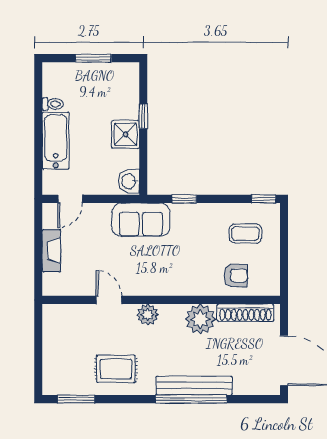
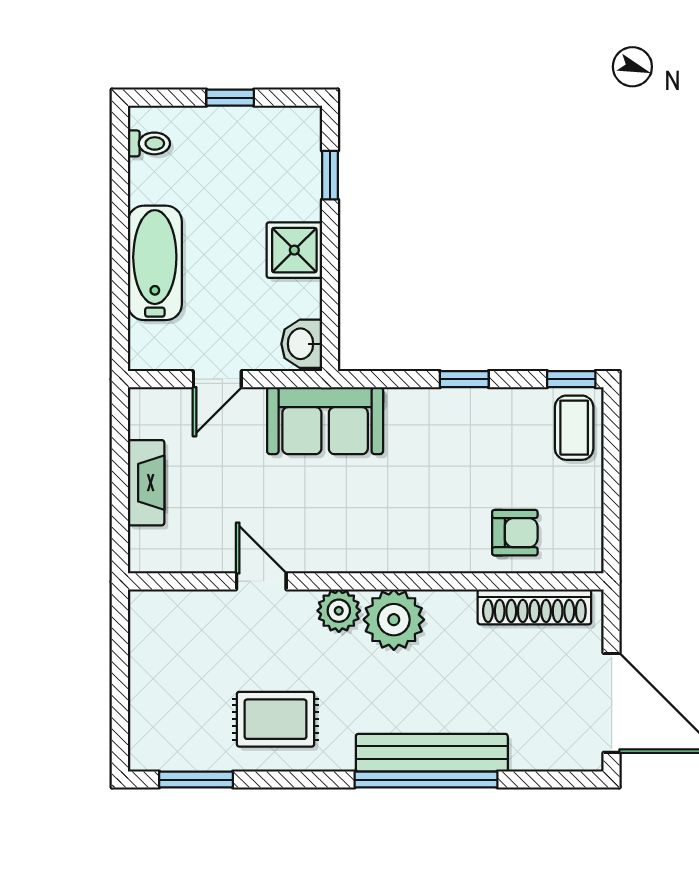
window: (93, 58) -> (230, 98), width x0.67
toilet: (53, 104) -> (149, 143), moved
window: (143, 116) -> (330, 175), moved
door: (70, 199) -> (217, 379), moved
window: (184, 199) -> (464, 379), moved
coffee table: (245, 234) -> (574, 428), moved, turned 90
plant: (200, 319) -> (394, 620), moved

